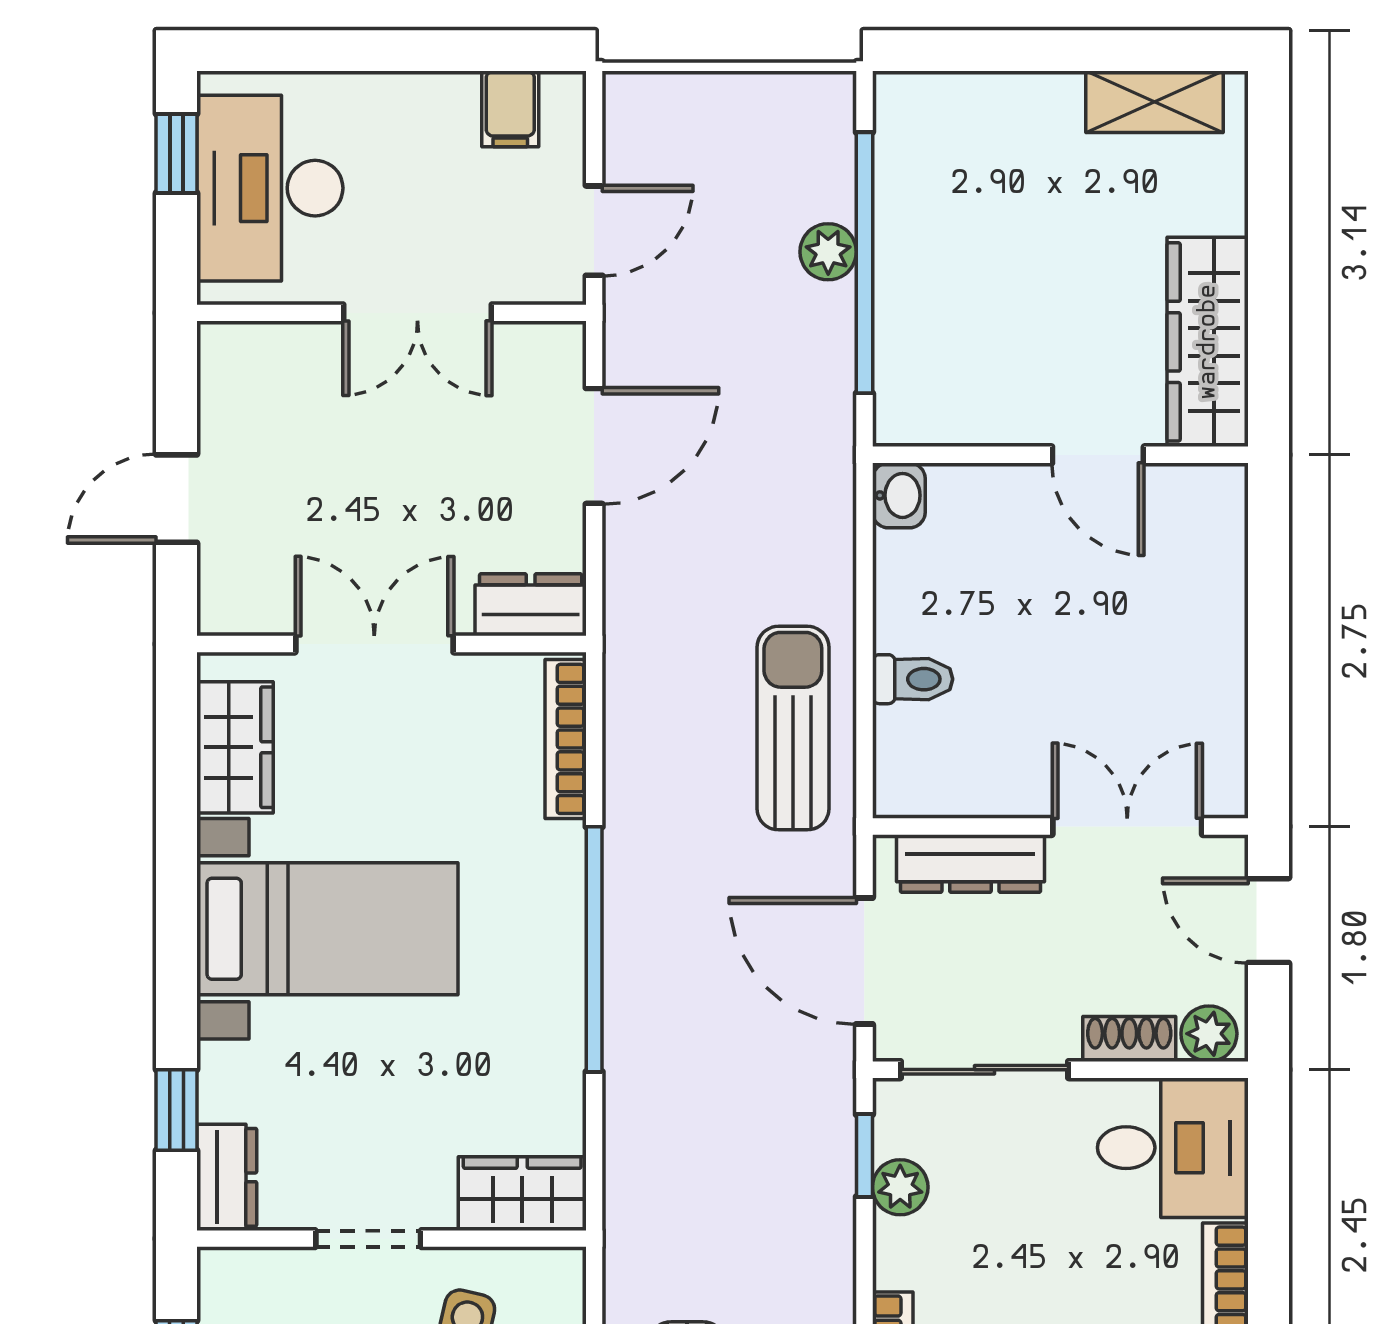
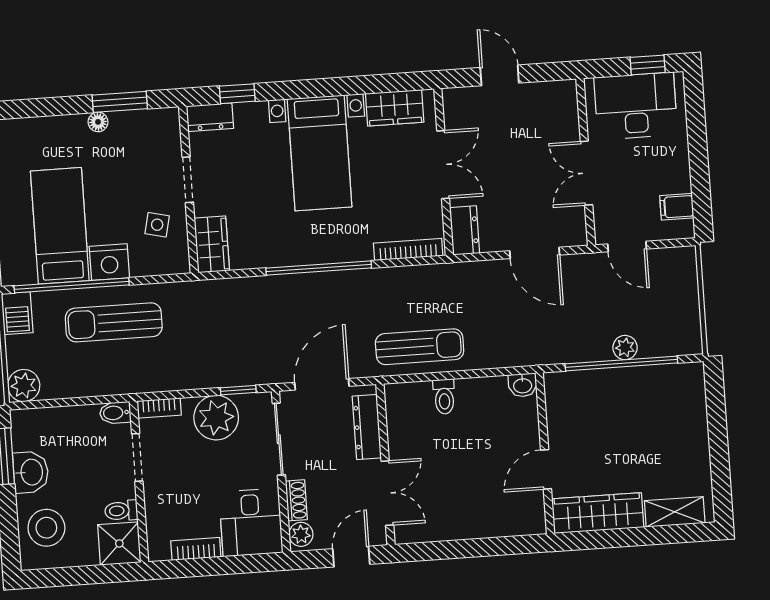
shelving: (1155, 102) -> (675, 512), moved, turned 90
plant: (900, 1187) -> (216, 418), width x1.88, depth x1.88

